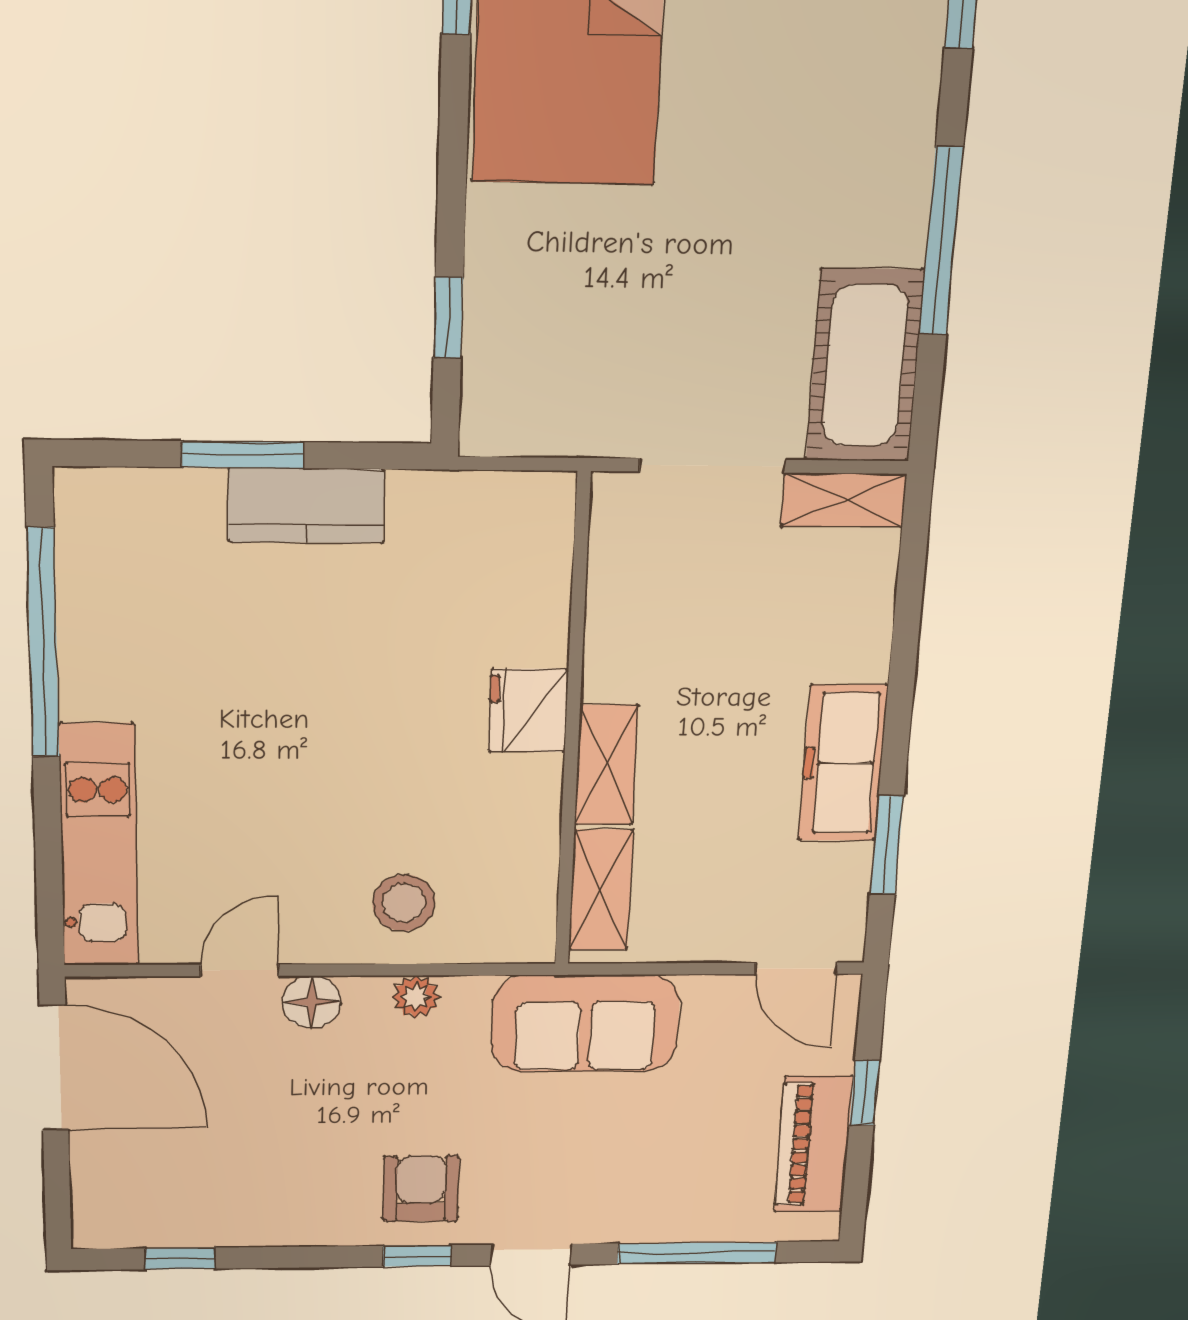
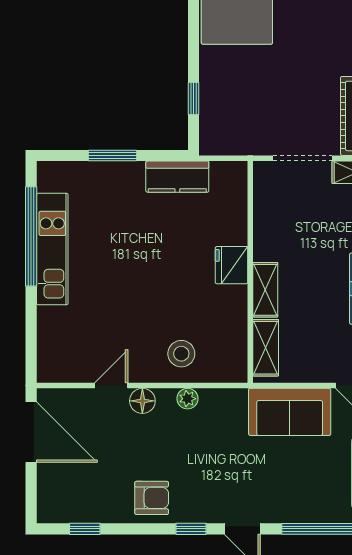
kitchen counter: (306, 506) -> (177, 177), moved
kitchen unit: (99, 846) -> (52, 249), moved
sofa: (585, 1023) -> (290, 412), moved
armchair: (421, 1188) -> (152, 498), moved, turned 90

